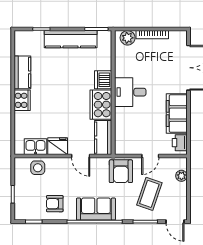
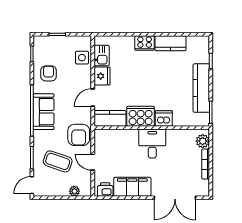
armchair: (121, 171) -> (79, 135), turned -90

